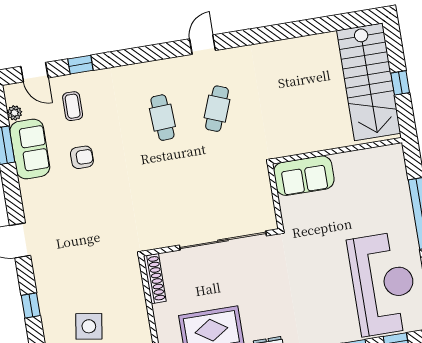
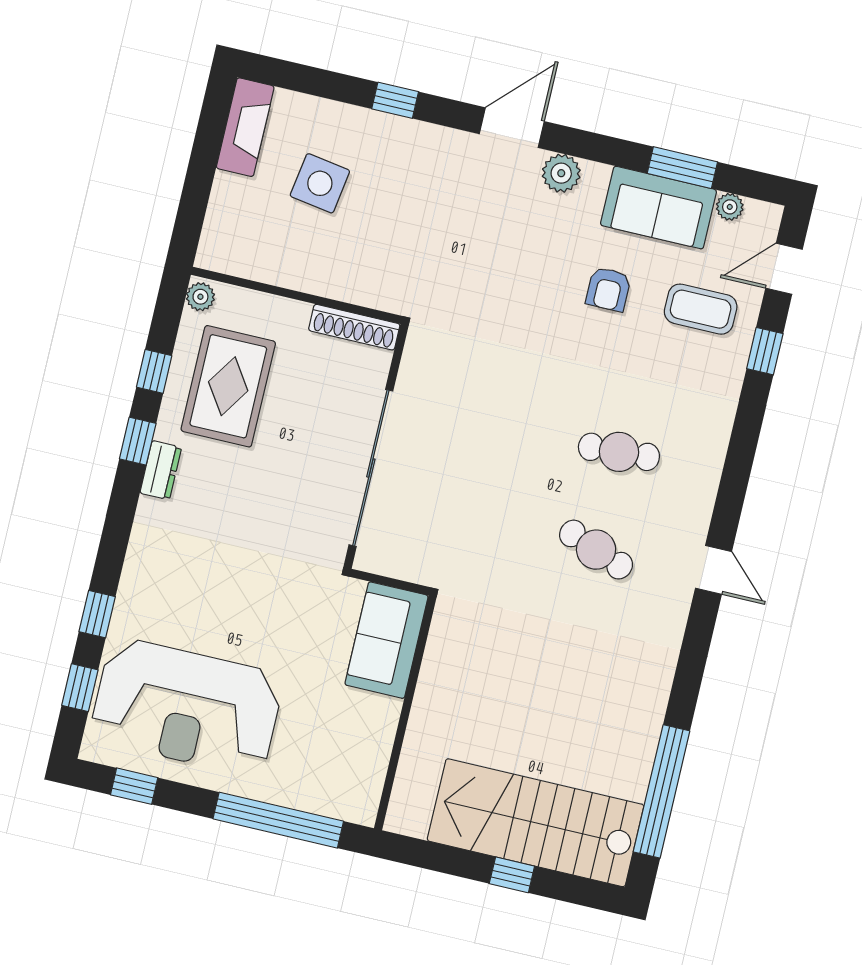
window: (326, 24) -> (662, 791), added
coffee table: (73, 106) -> (701, 309), width x1.36, depth x1.30
wall: (337, 151) -> (405, 713), moved
sofa: (304, 176) -> (386, 640), moved
plant: (33, 206) -> (561, 173), added

